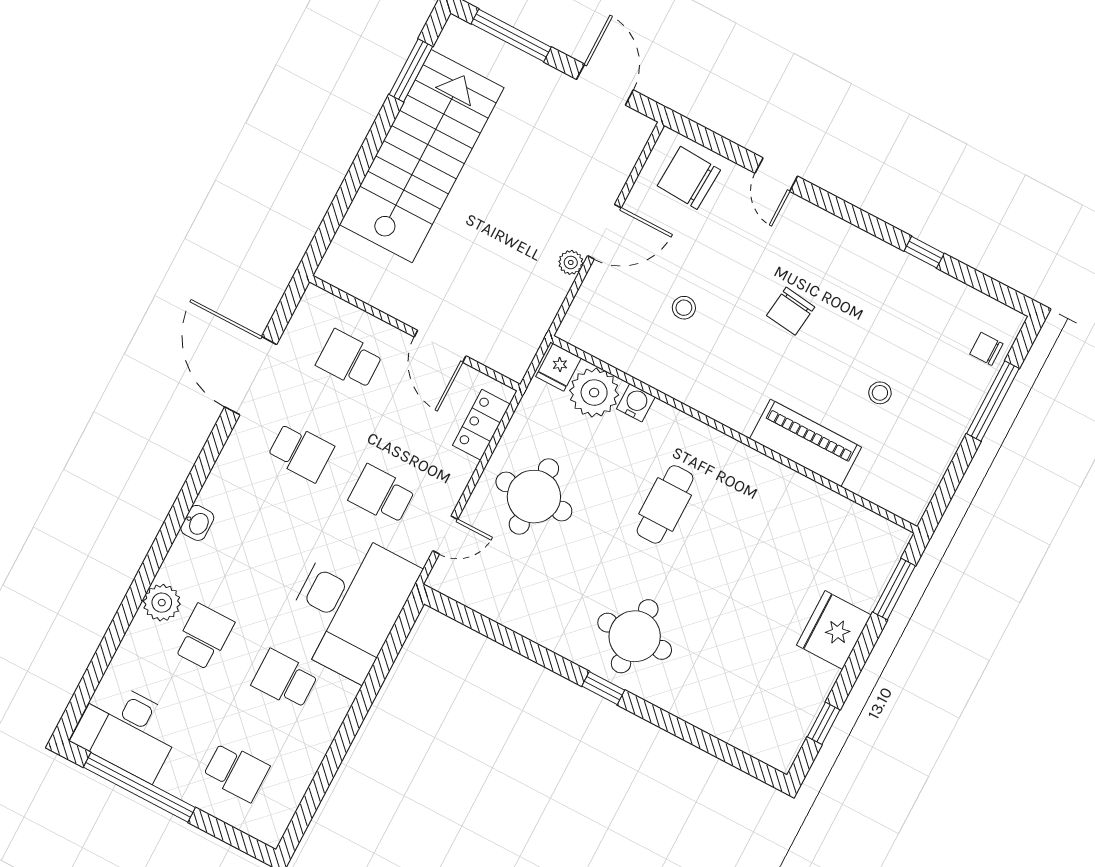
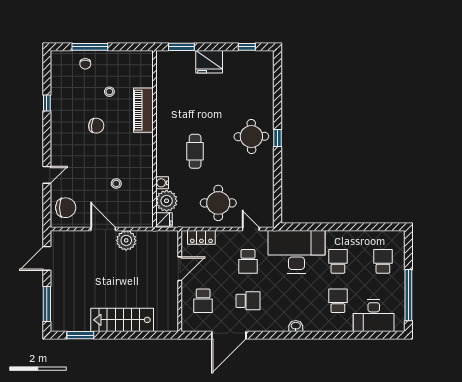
stairs: (422, 156) -> (122, 320), width x0.73, depth x0.66
chair: (689, 178) -> (66, 208), turned -93
plant: (571, 262) -> (126, 240), width x1.88, depth x1.88
chair: (791, 311) -> (96, 126), moved
chair: (986, 349) -> (85, 64), moved
school desk: (301, 452) -> (248, 301), turned 90
cafe table: (665, 504) -> (195, 151), turned 90
plant: (162, 603) -> (333, 324), removed
school desk: (204, 637) -> (338, 301), turned 90
school desk: (285, 679) -> (338, 261), turned 180
desk: (128, 730) -> (374, 316), moved, turned 90

